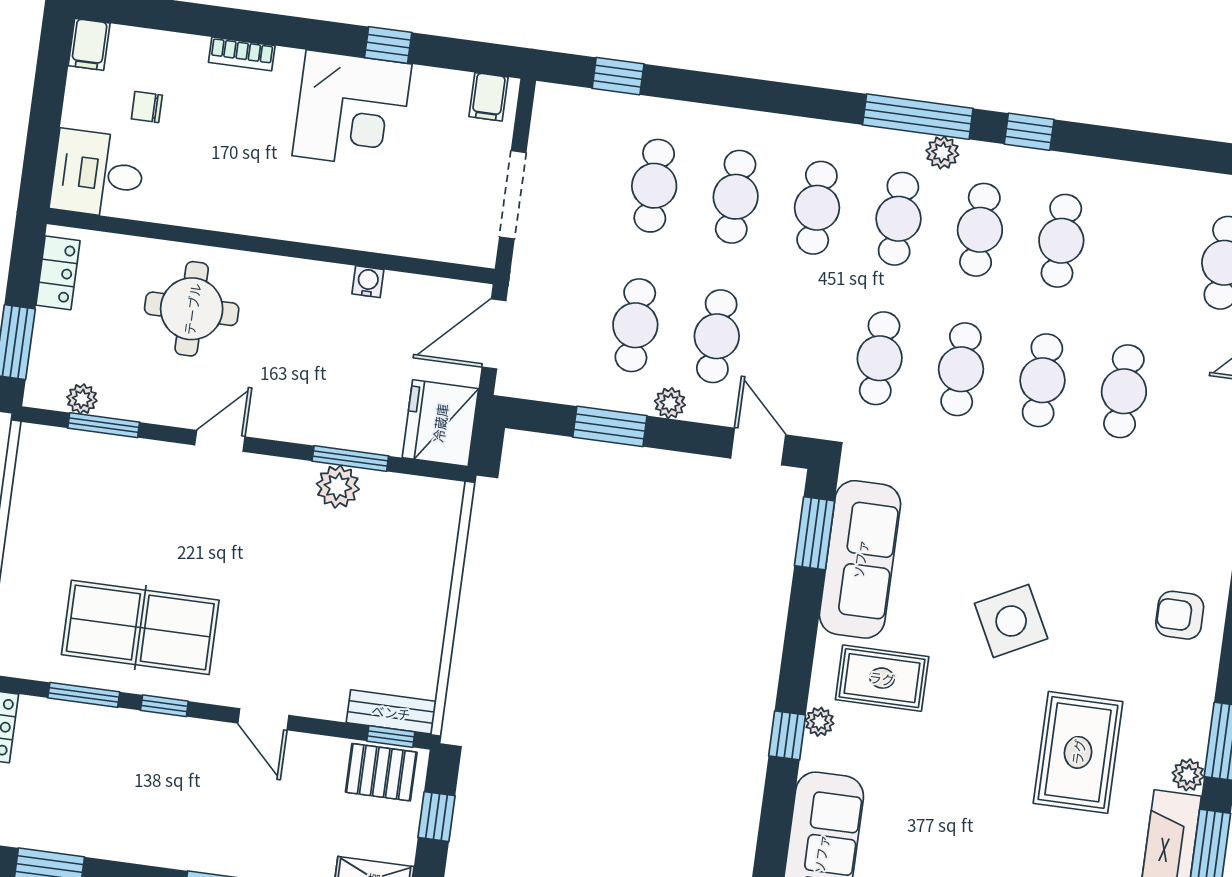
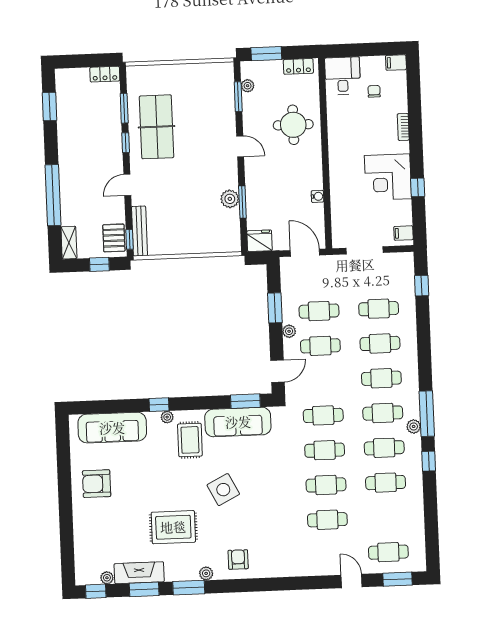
fridge: (440, 423) -> (260, 241), width x0.73, depth x0.75
bench: (391, 712) -> (139, 231), width x1.36
plant: (1188, 775) -> (206, 573), moved

